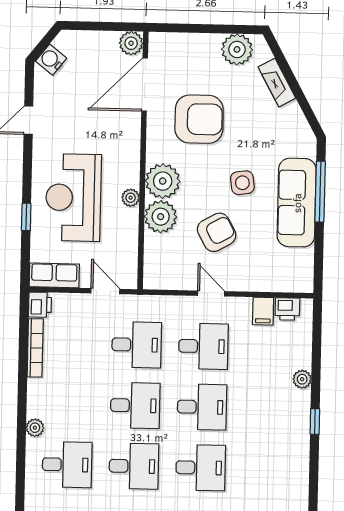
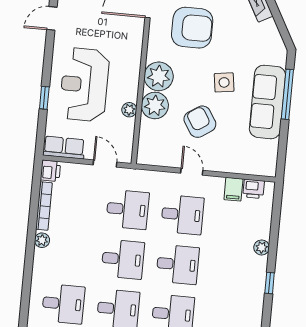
plant: (131, 198) -> (129, 110), moved
armchair: (217, 232) -> (200, 122), turned -94
plant: (35, 428) -> (42, 240), moved

